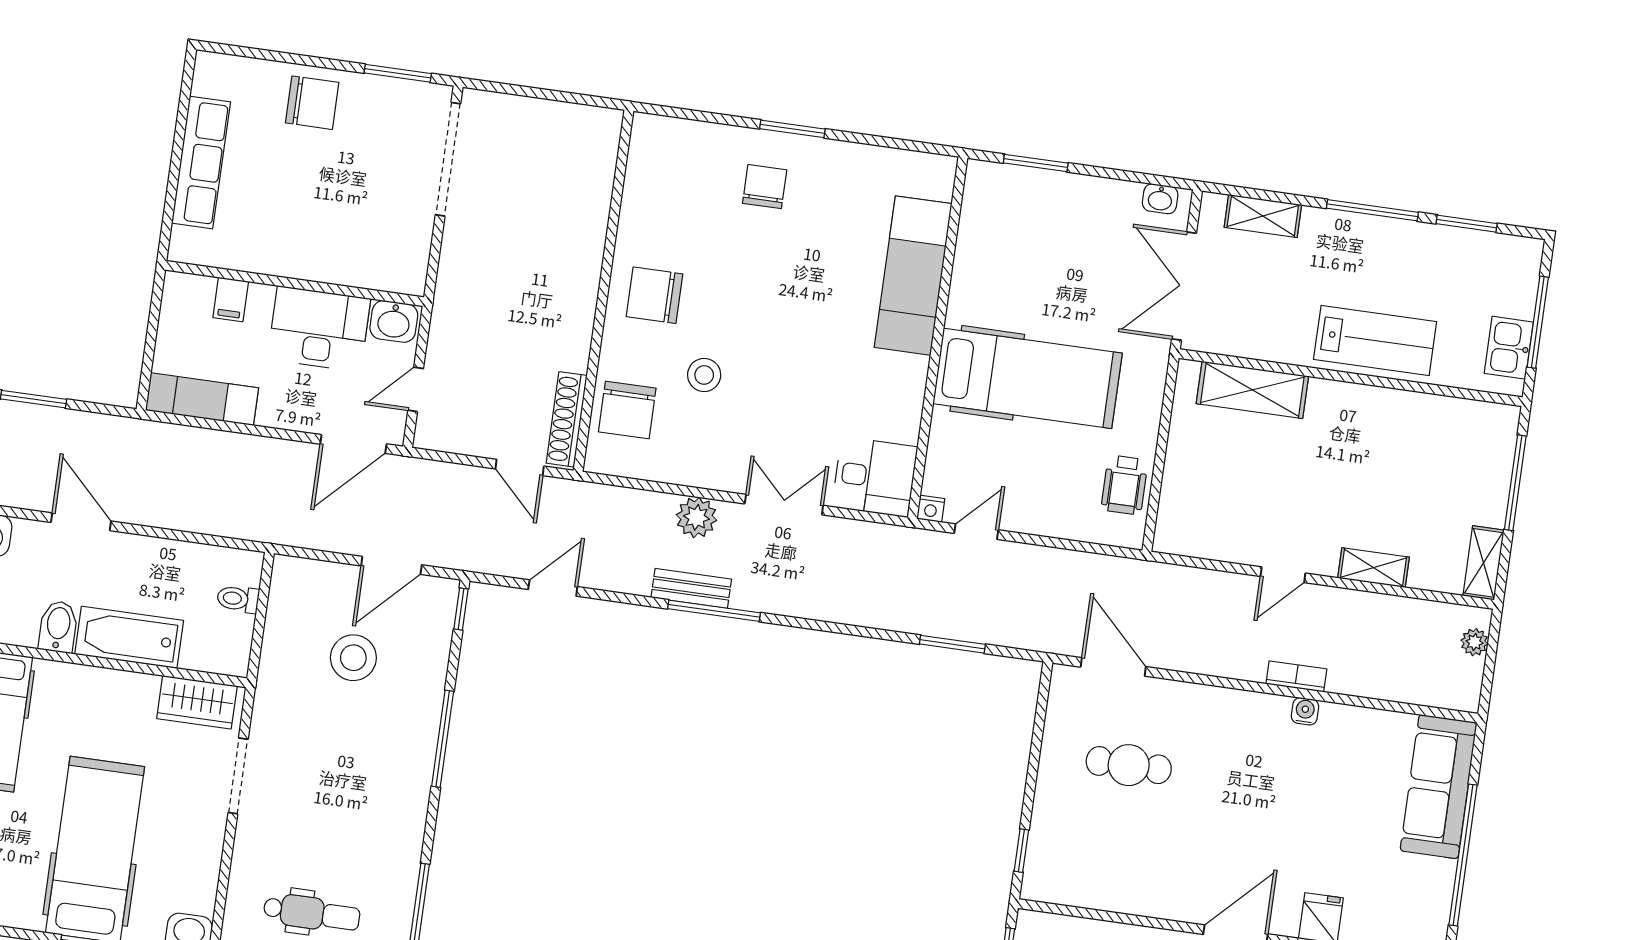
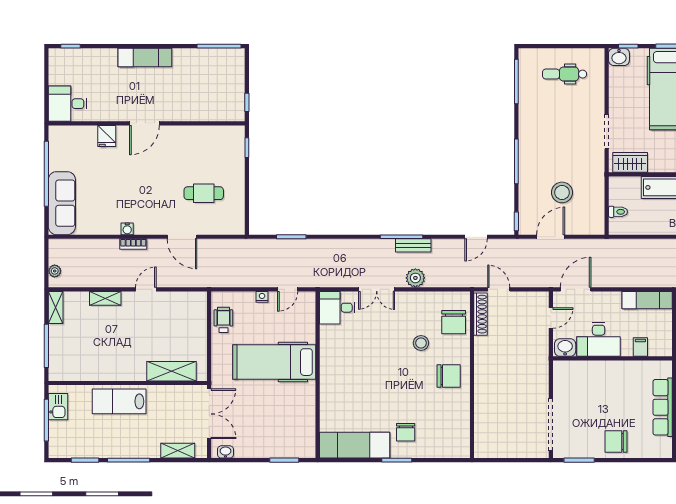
exam couch: (913, 276) -> (355, 445), moved, turned -90
chair: (627, 410) -> (454, 322), turned 180
nightstand: (931, 509) -> (262, 297), moved
door: (1113, 667) -> (182, 237), moved

